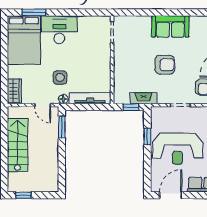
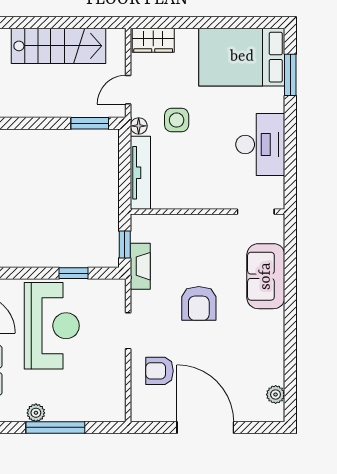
sofa: (170, 26) -> (266, 276), moved
desk: (59, 30) -> (260, 144), moved
reception desk: (177, 149) -> (52, 326), turned 180

